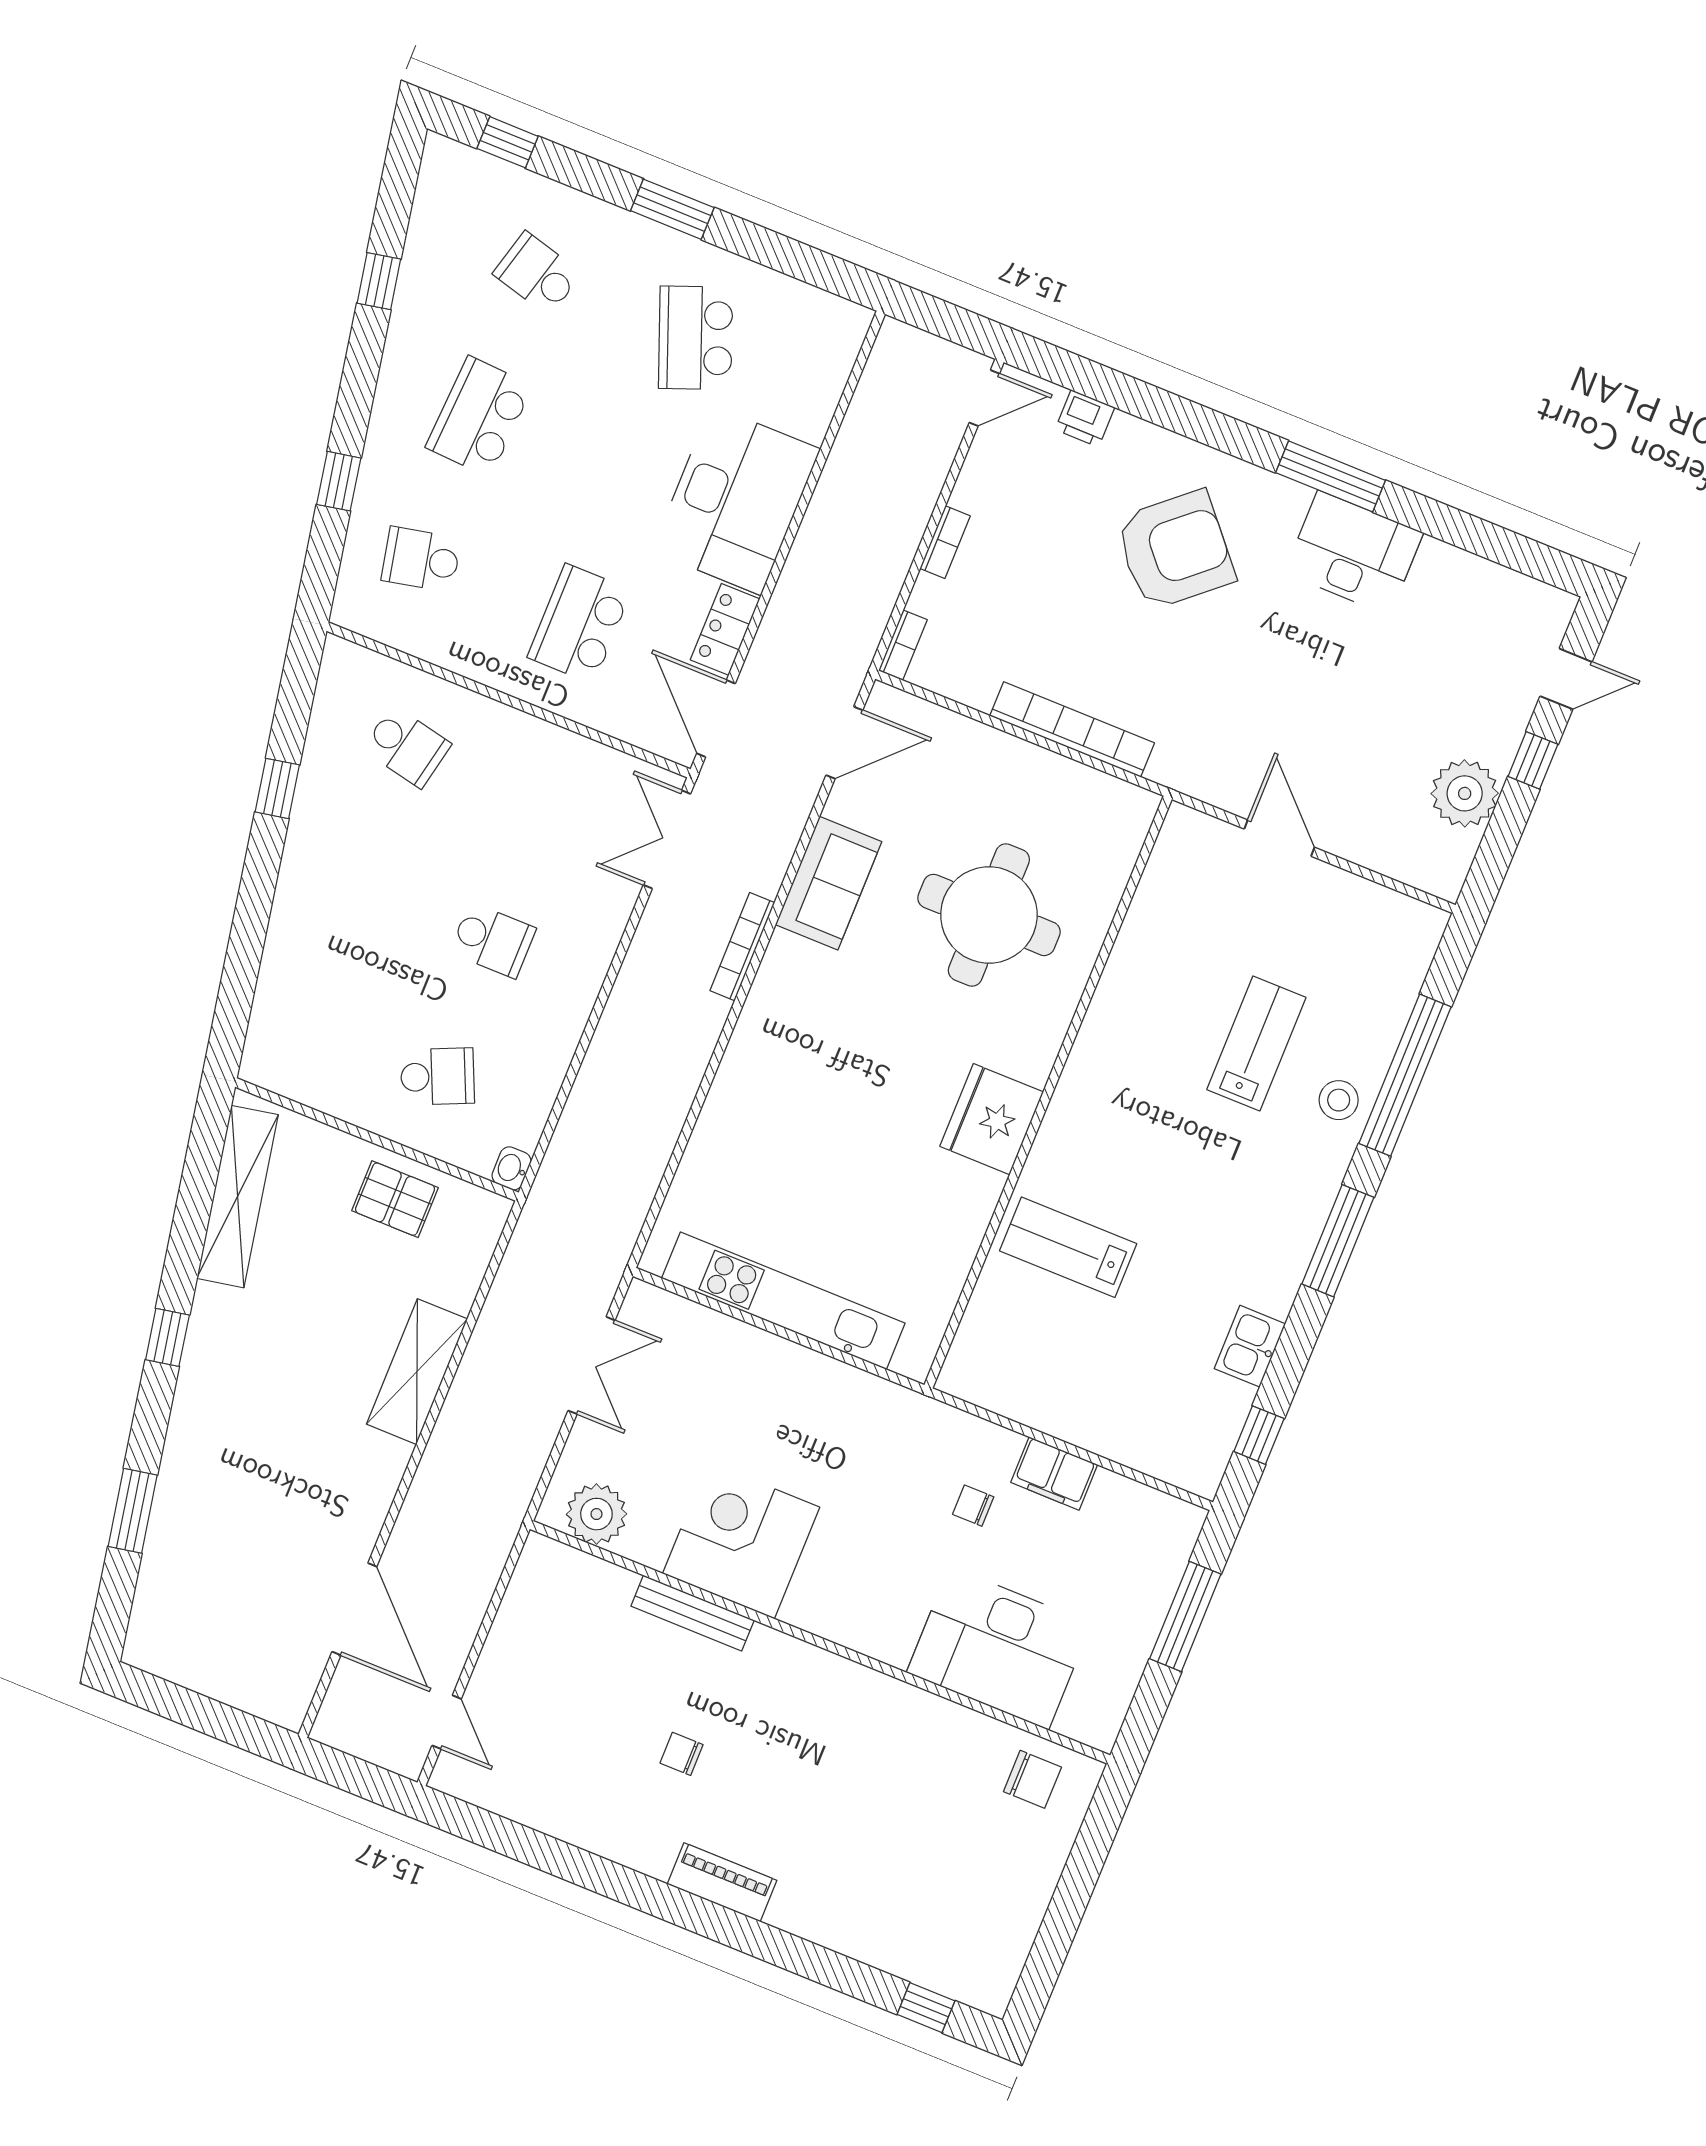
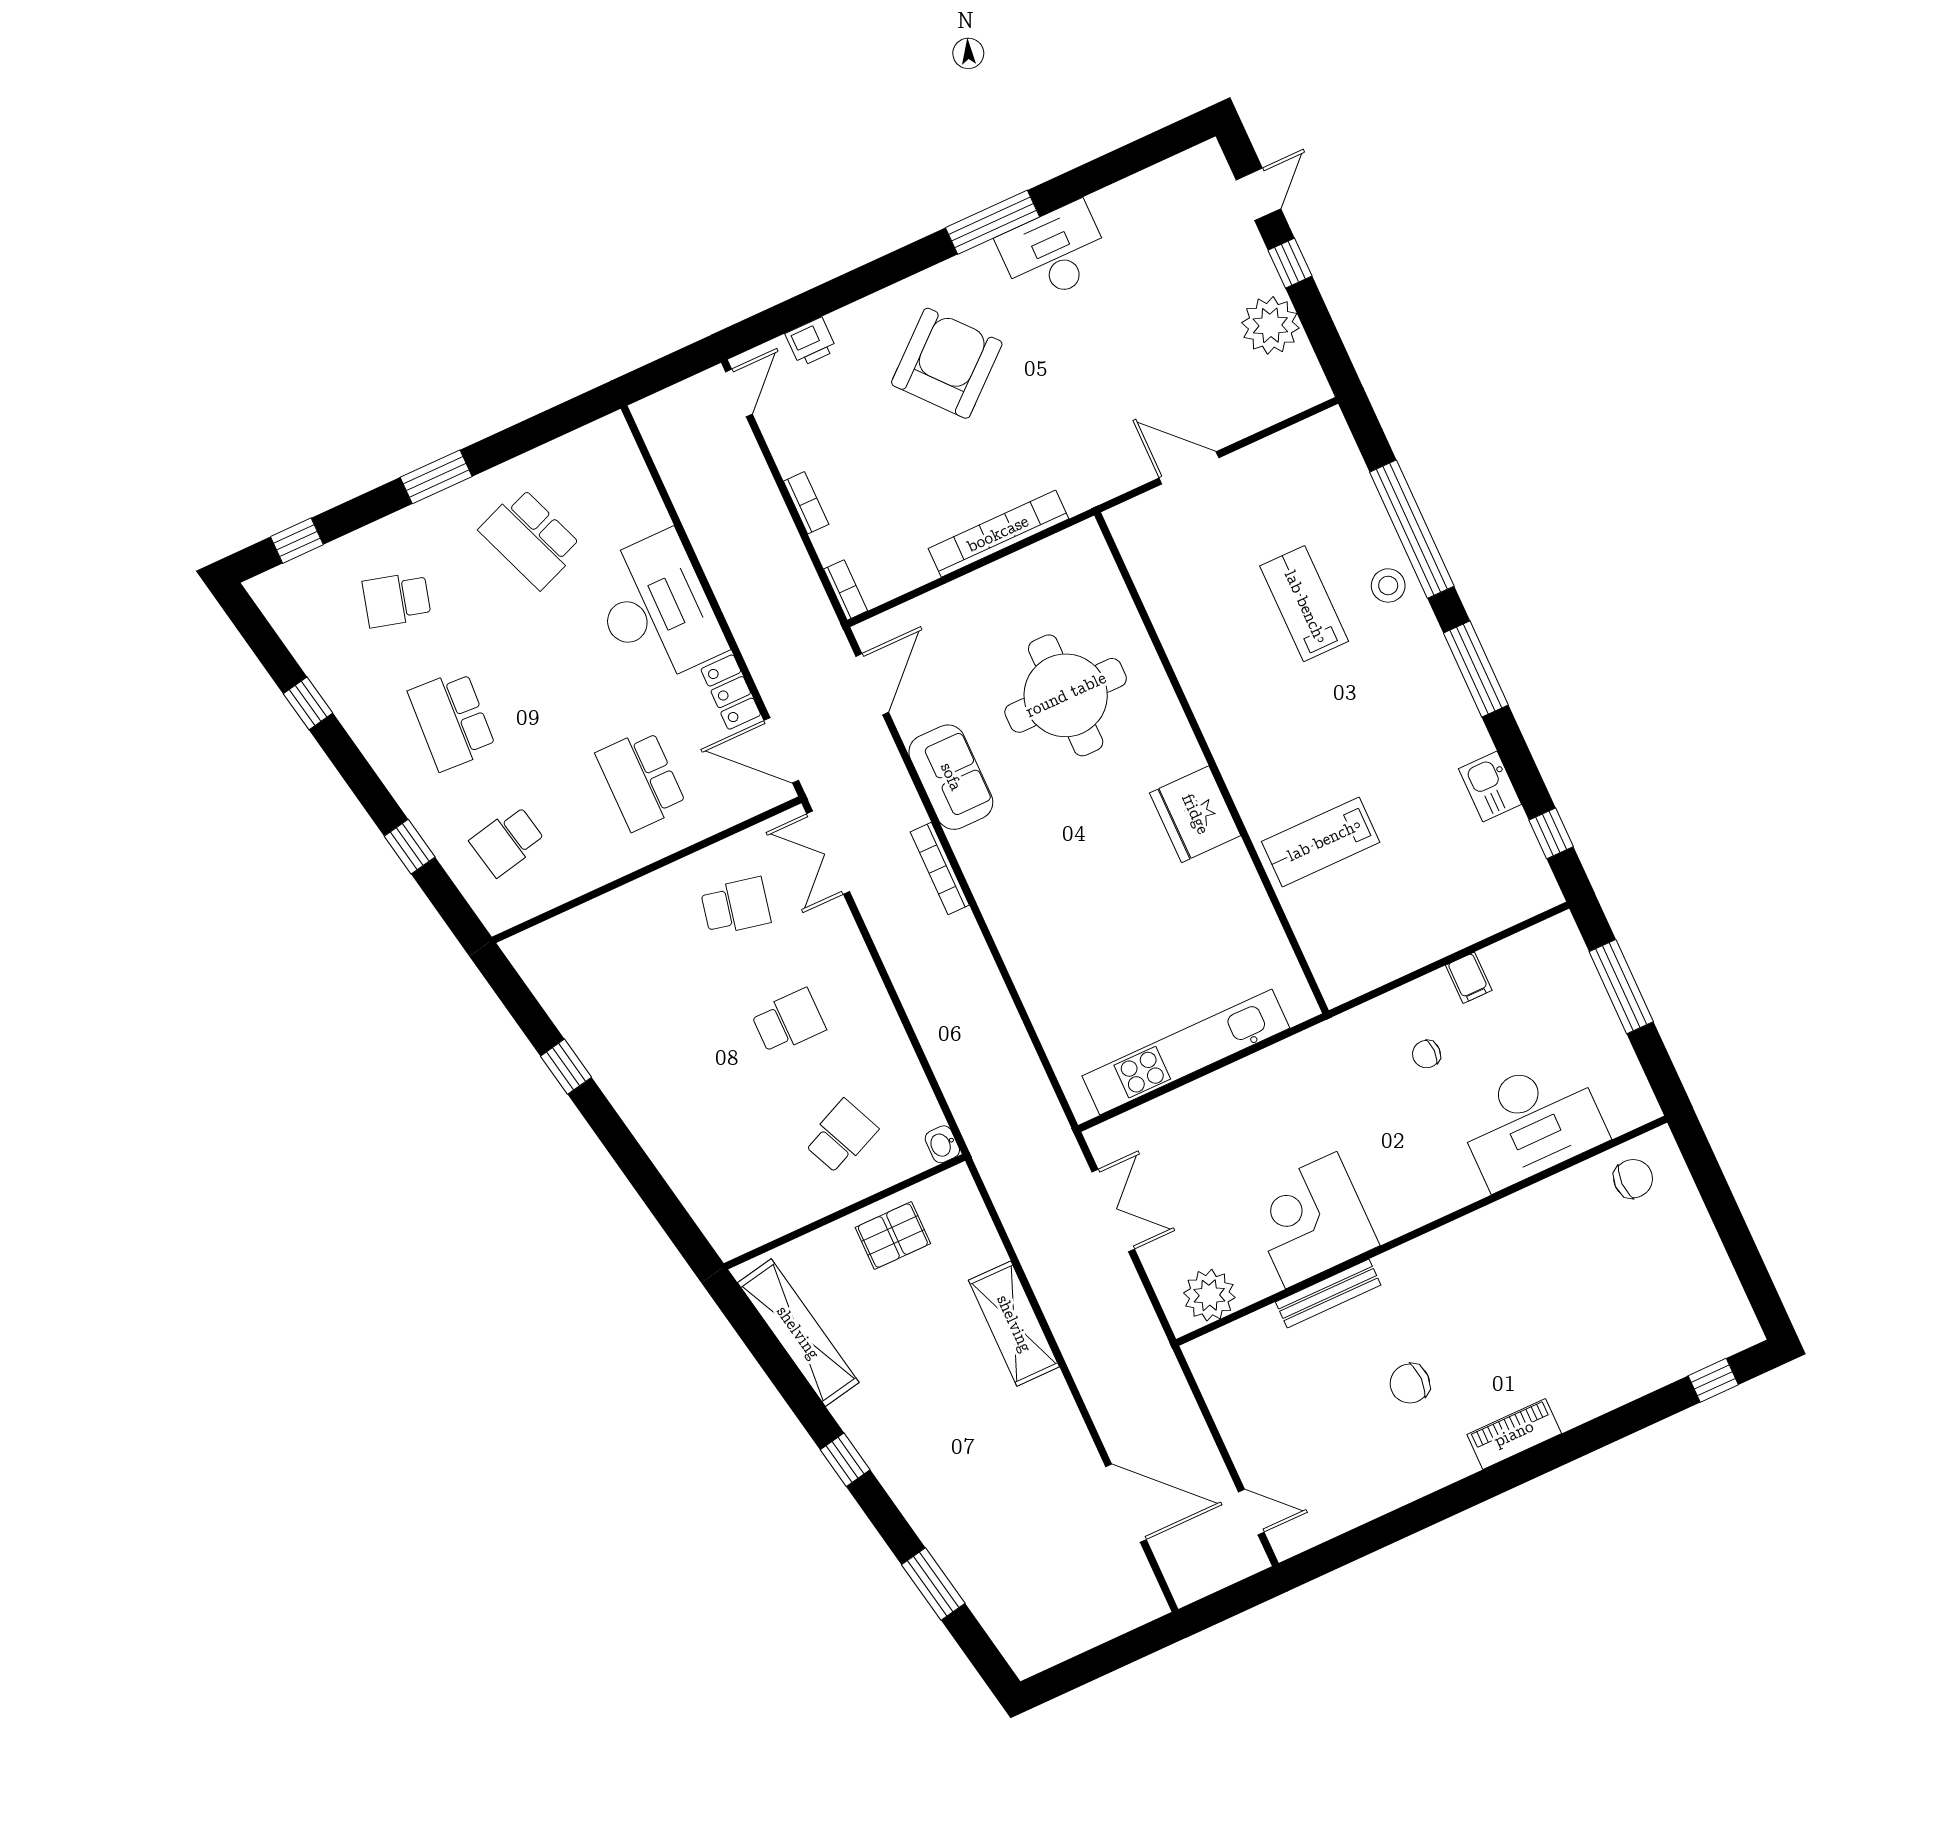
school desk: (407, 747) -> (736, 906), moved
filing cabinet: (1054, 1474) -> (1469, 978), width x0.50
chair: (682, 1754) -> (1410, 1384), width x1.37, depth x1.37

